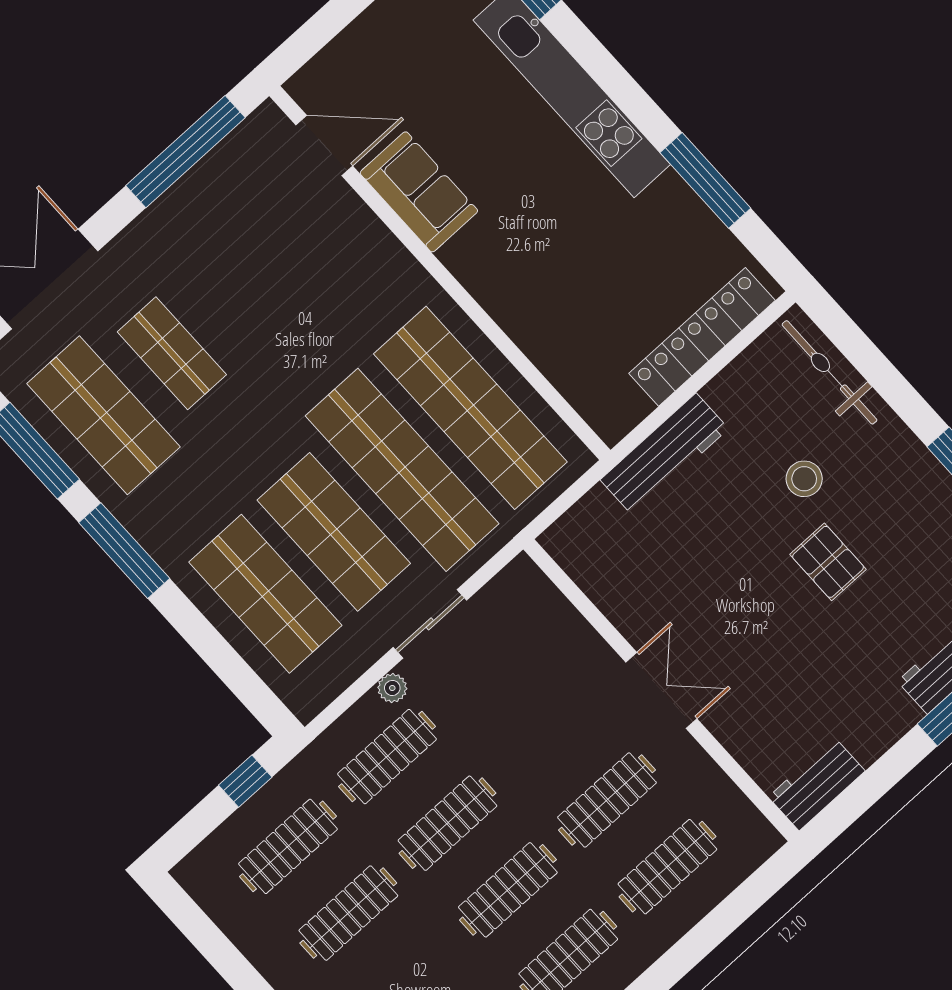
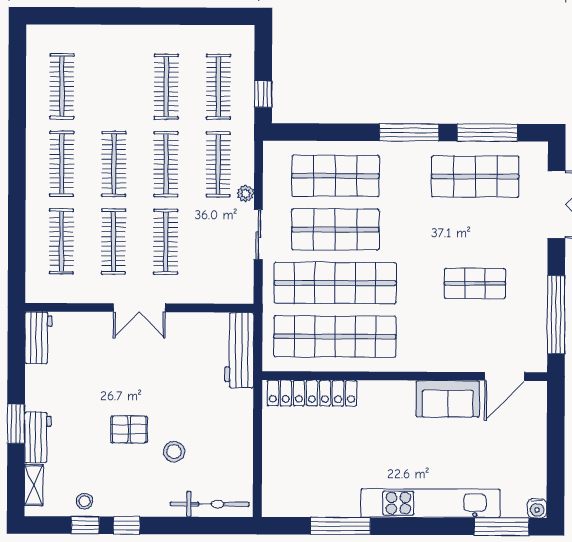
locker: (702, 337) -> (312, 393), moved, turned 90
shop shelf: (172, 353) -> (475, 283), moved
workbench: (664, 454) -> (239, 350), moved
clothes rail: (547, 733) -> (166, 242), added

